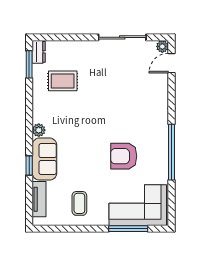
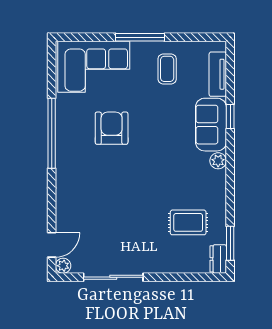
armchair: (124, 156) -> (112, 128), turned -90
window: (128, 229) -> (140, 37), moved

